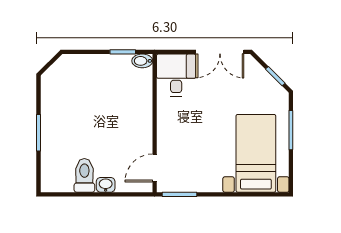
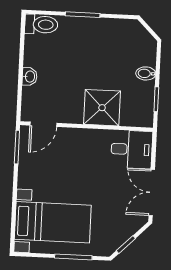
bidet: (142, 61) -> (146, 73), moved, turned -90
shower: (134, 108) -> (102, 108), added
door: (155, 168) -> (43, 124), swing flipped
toilet: (84, 175) -> (41, 24), moved

